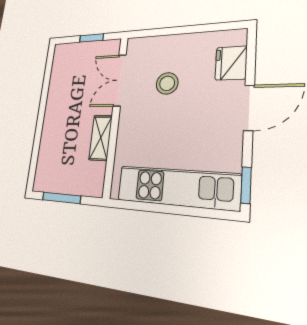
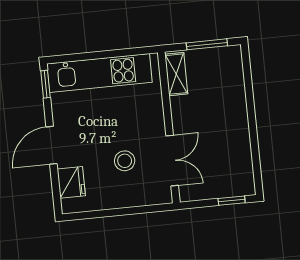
window: (92, 38) -> (232, 201), moved
shelving: (101, 138) -> (176, 74), moved

